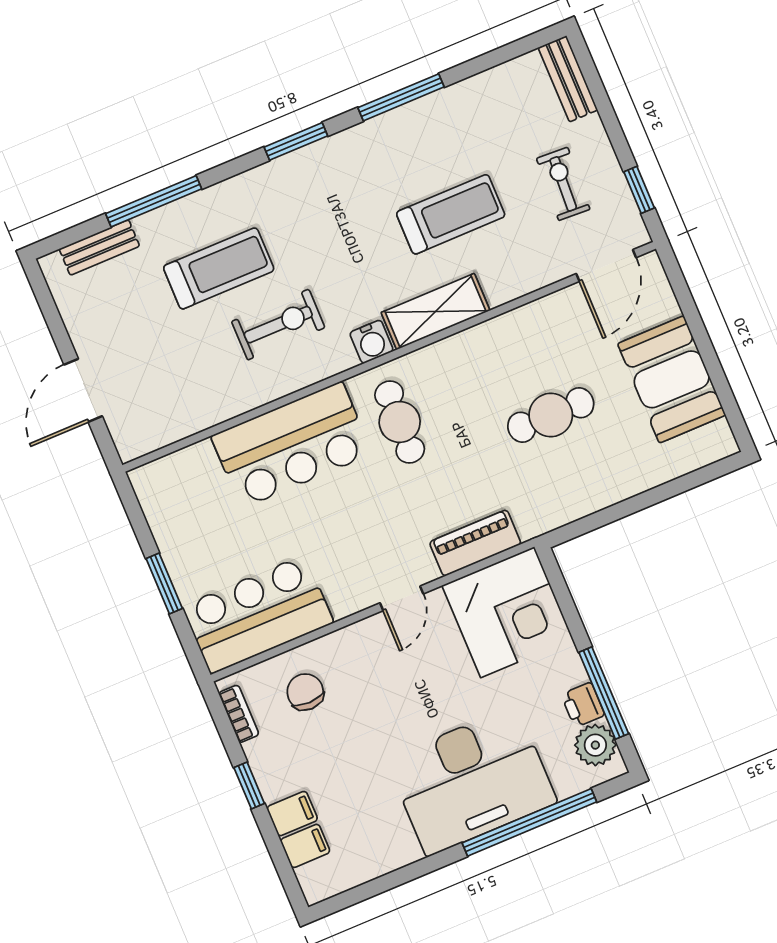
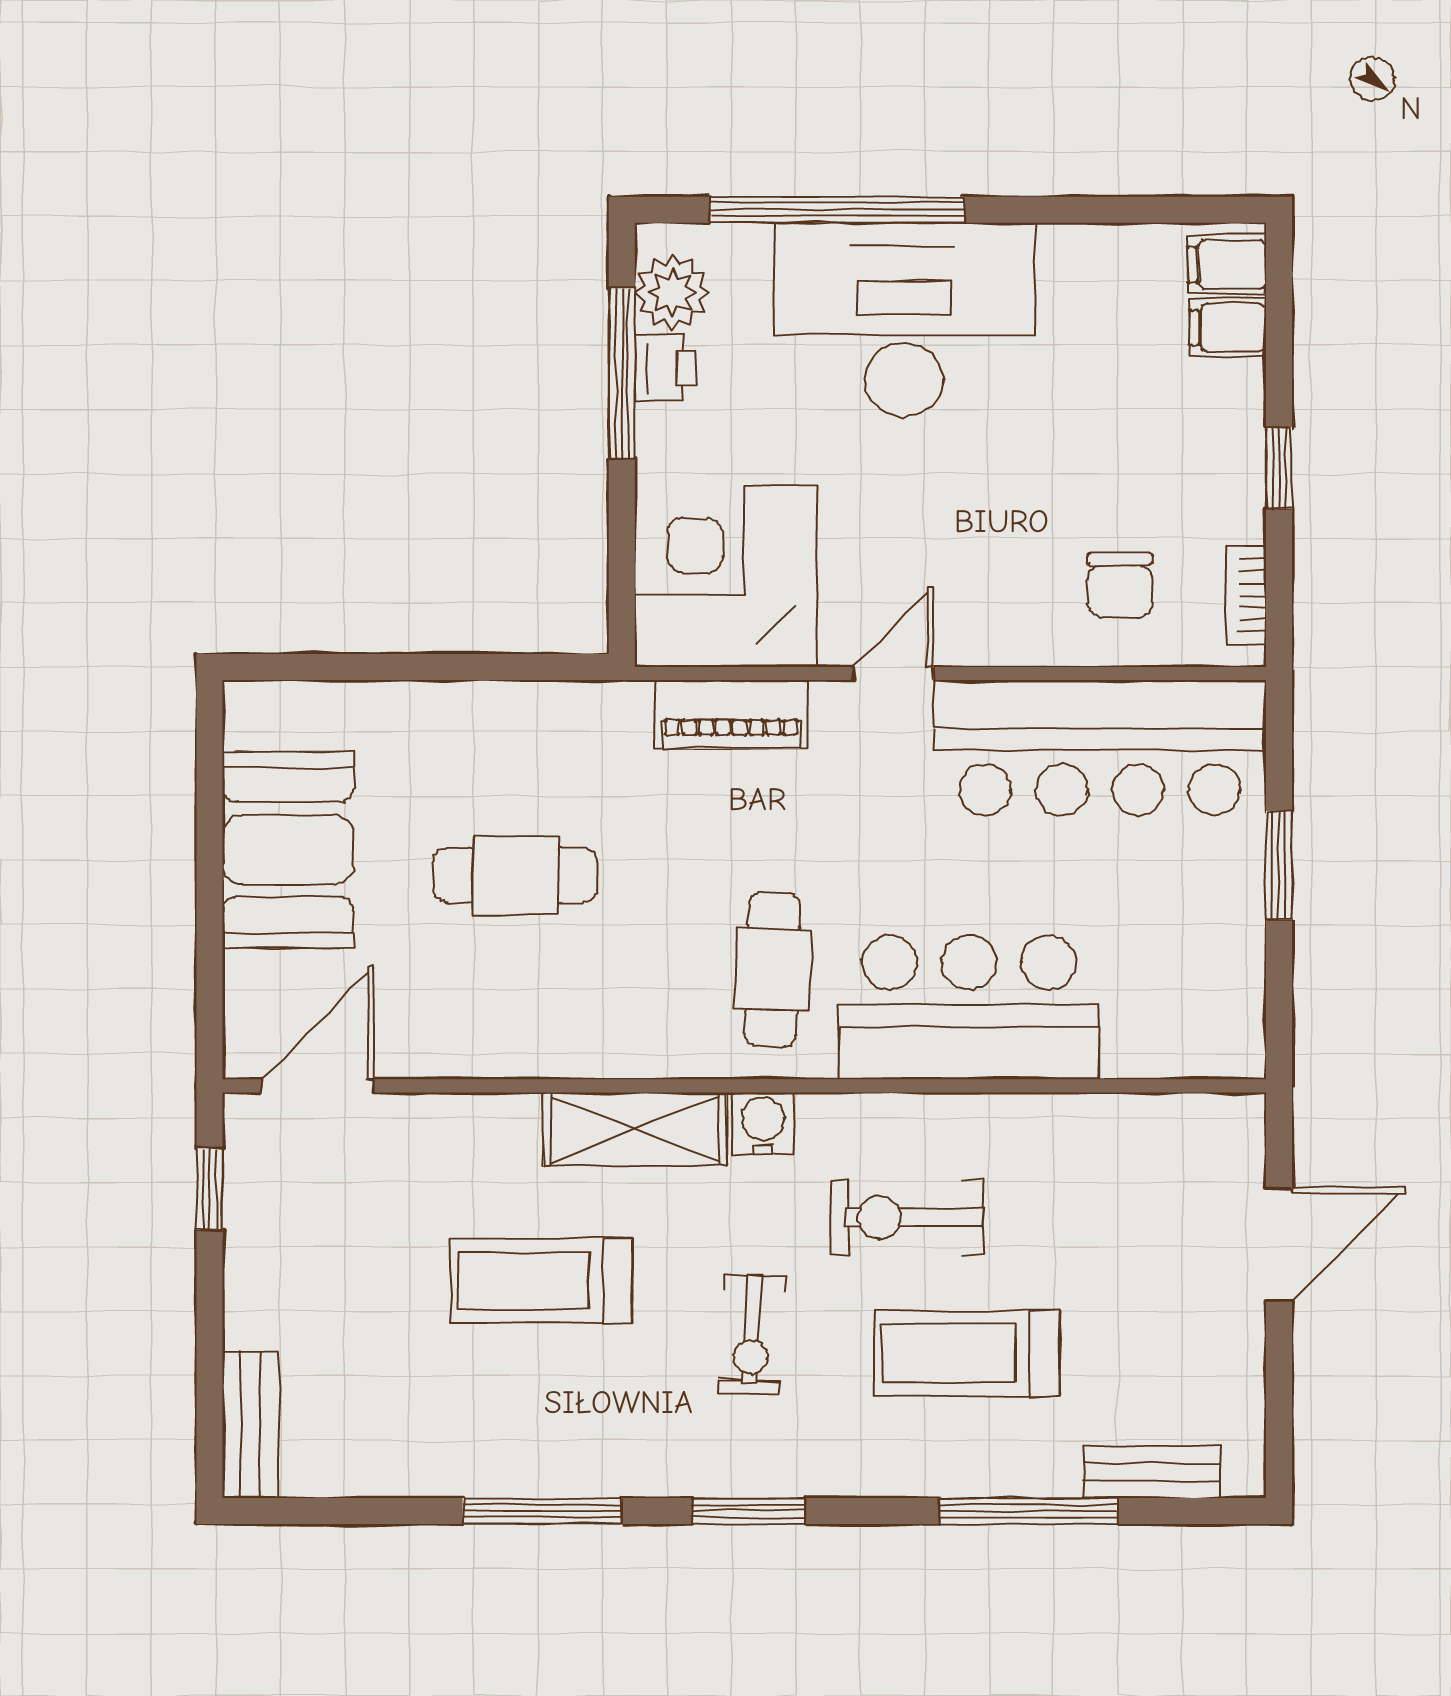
exercise bike: (563, 184) -> (752, 1335), moved
bar counter: (258, 614) -> (1100, 748), width x1.36
filing cabinet: (292, 814) -> (1227, 264), moved

